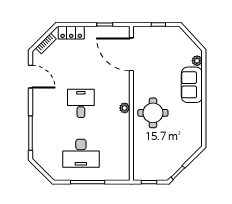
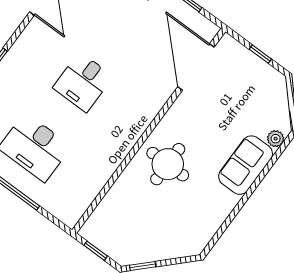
desk: (81, 103) -> (83, 82), turned 180
plant: (125, 108) -> (135, 130), removed

